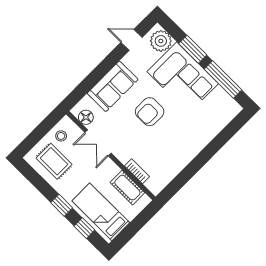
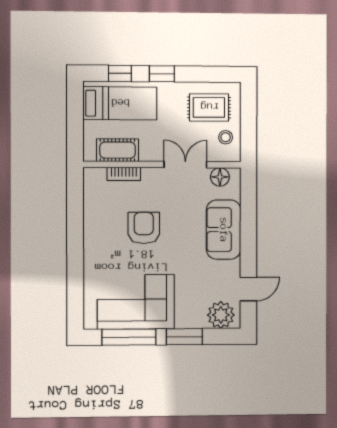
corner sofa: (183, 78) -> (136, 302), moved
armchair: (150, 112) -> (144, 228), moved

